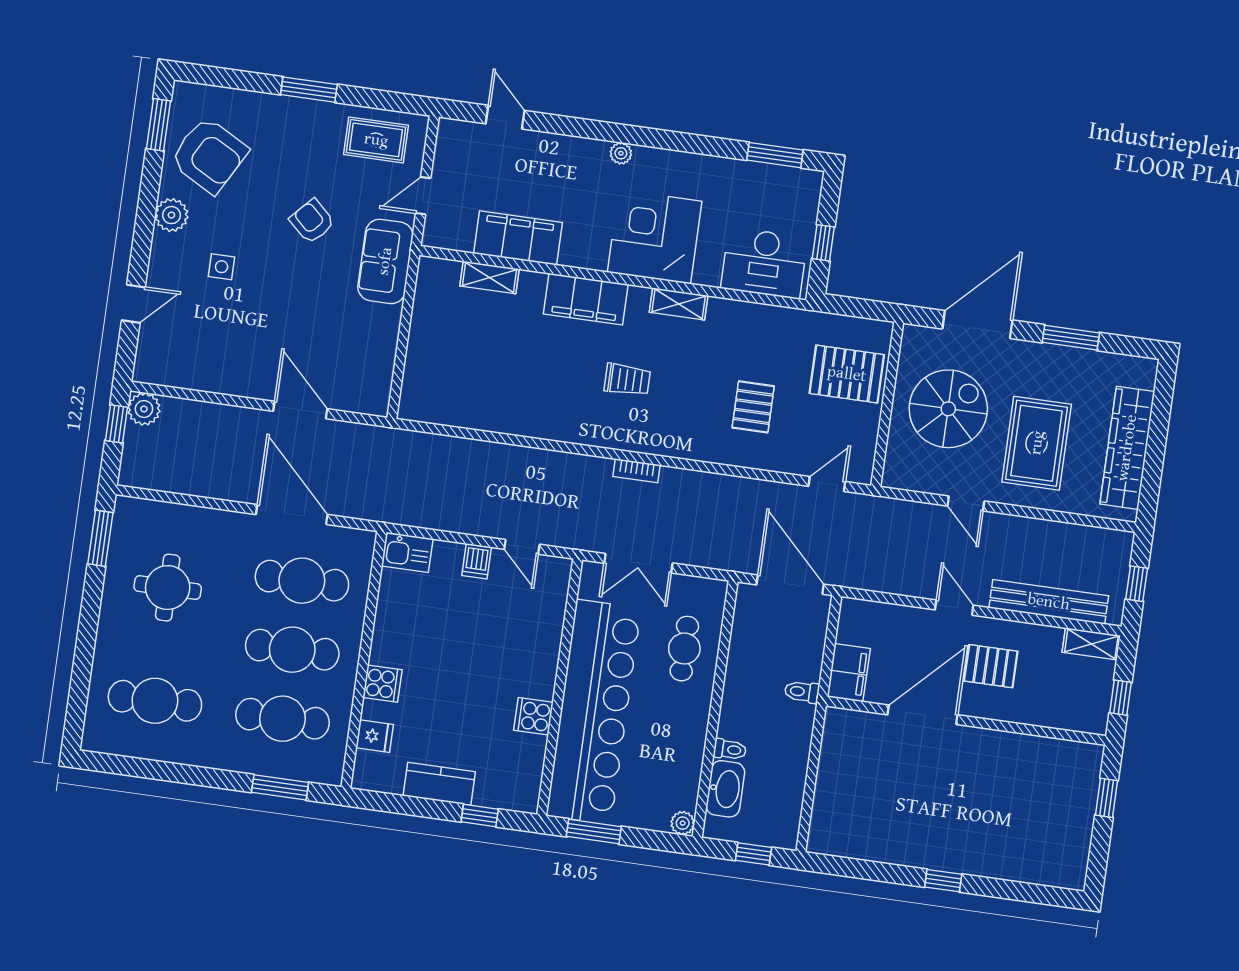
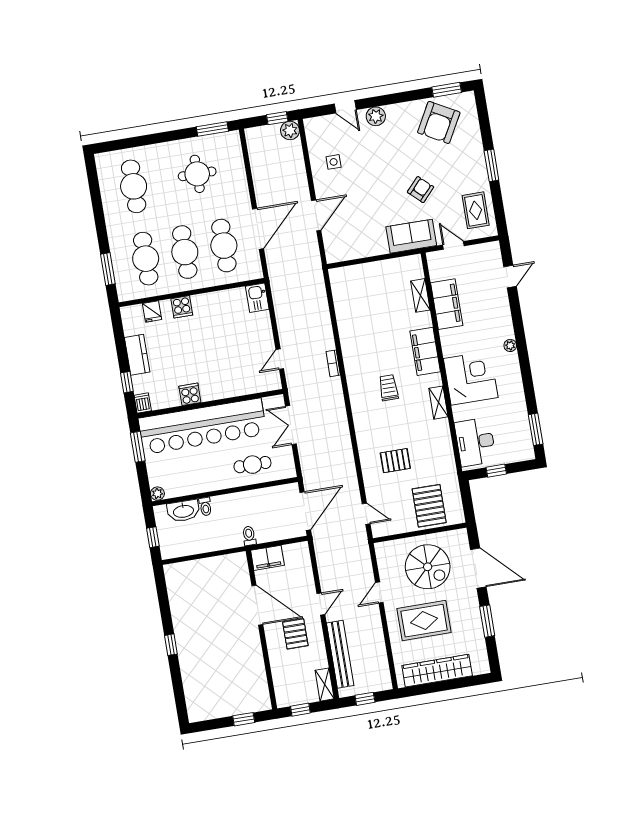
plant: (171, 215) -> (376, 116), moved
side table: (222, 267) -> (334, 162), moved
trolley: (627, 380) -> (389, 388), turned 180
bookcase: (636, 471) -> (333, 363), moved
dishwasher: (477, 561) -> (143, 403), moved, turned 90

